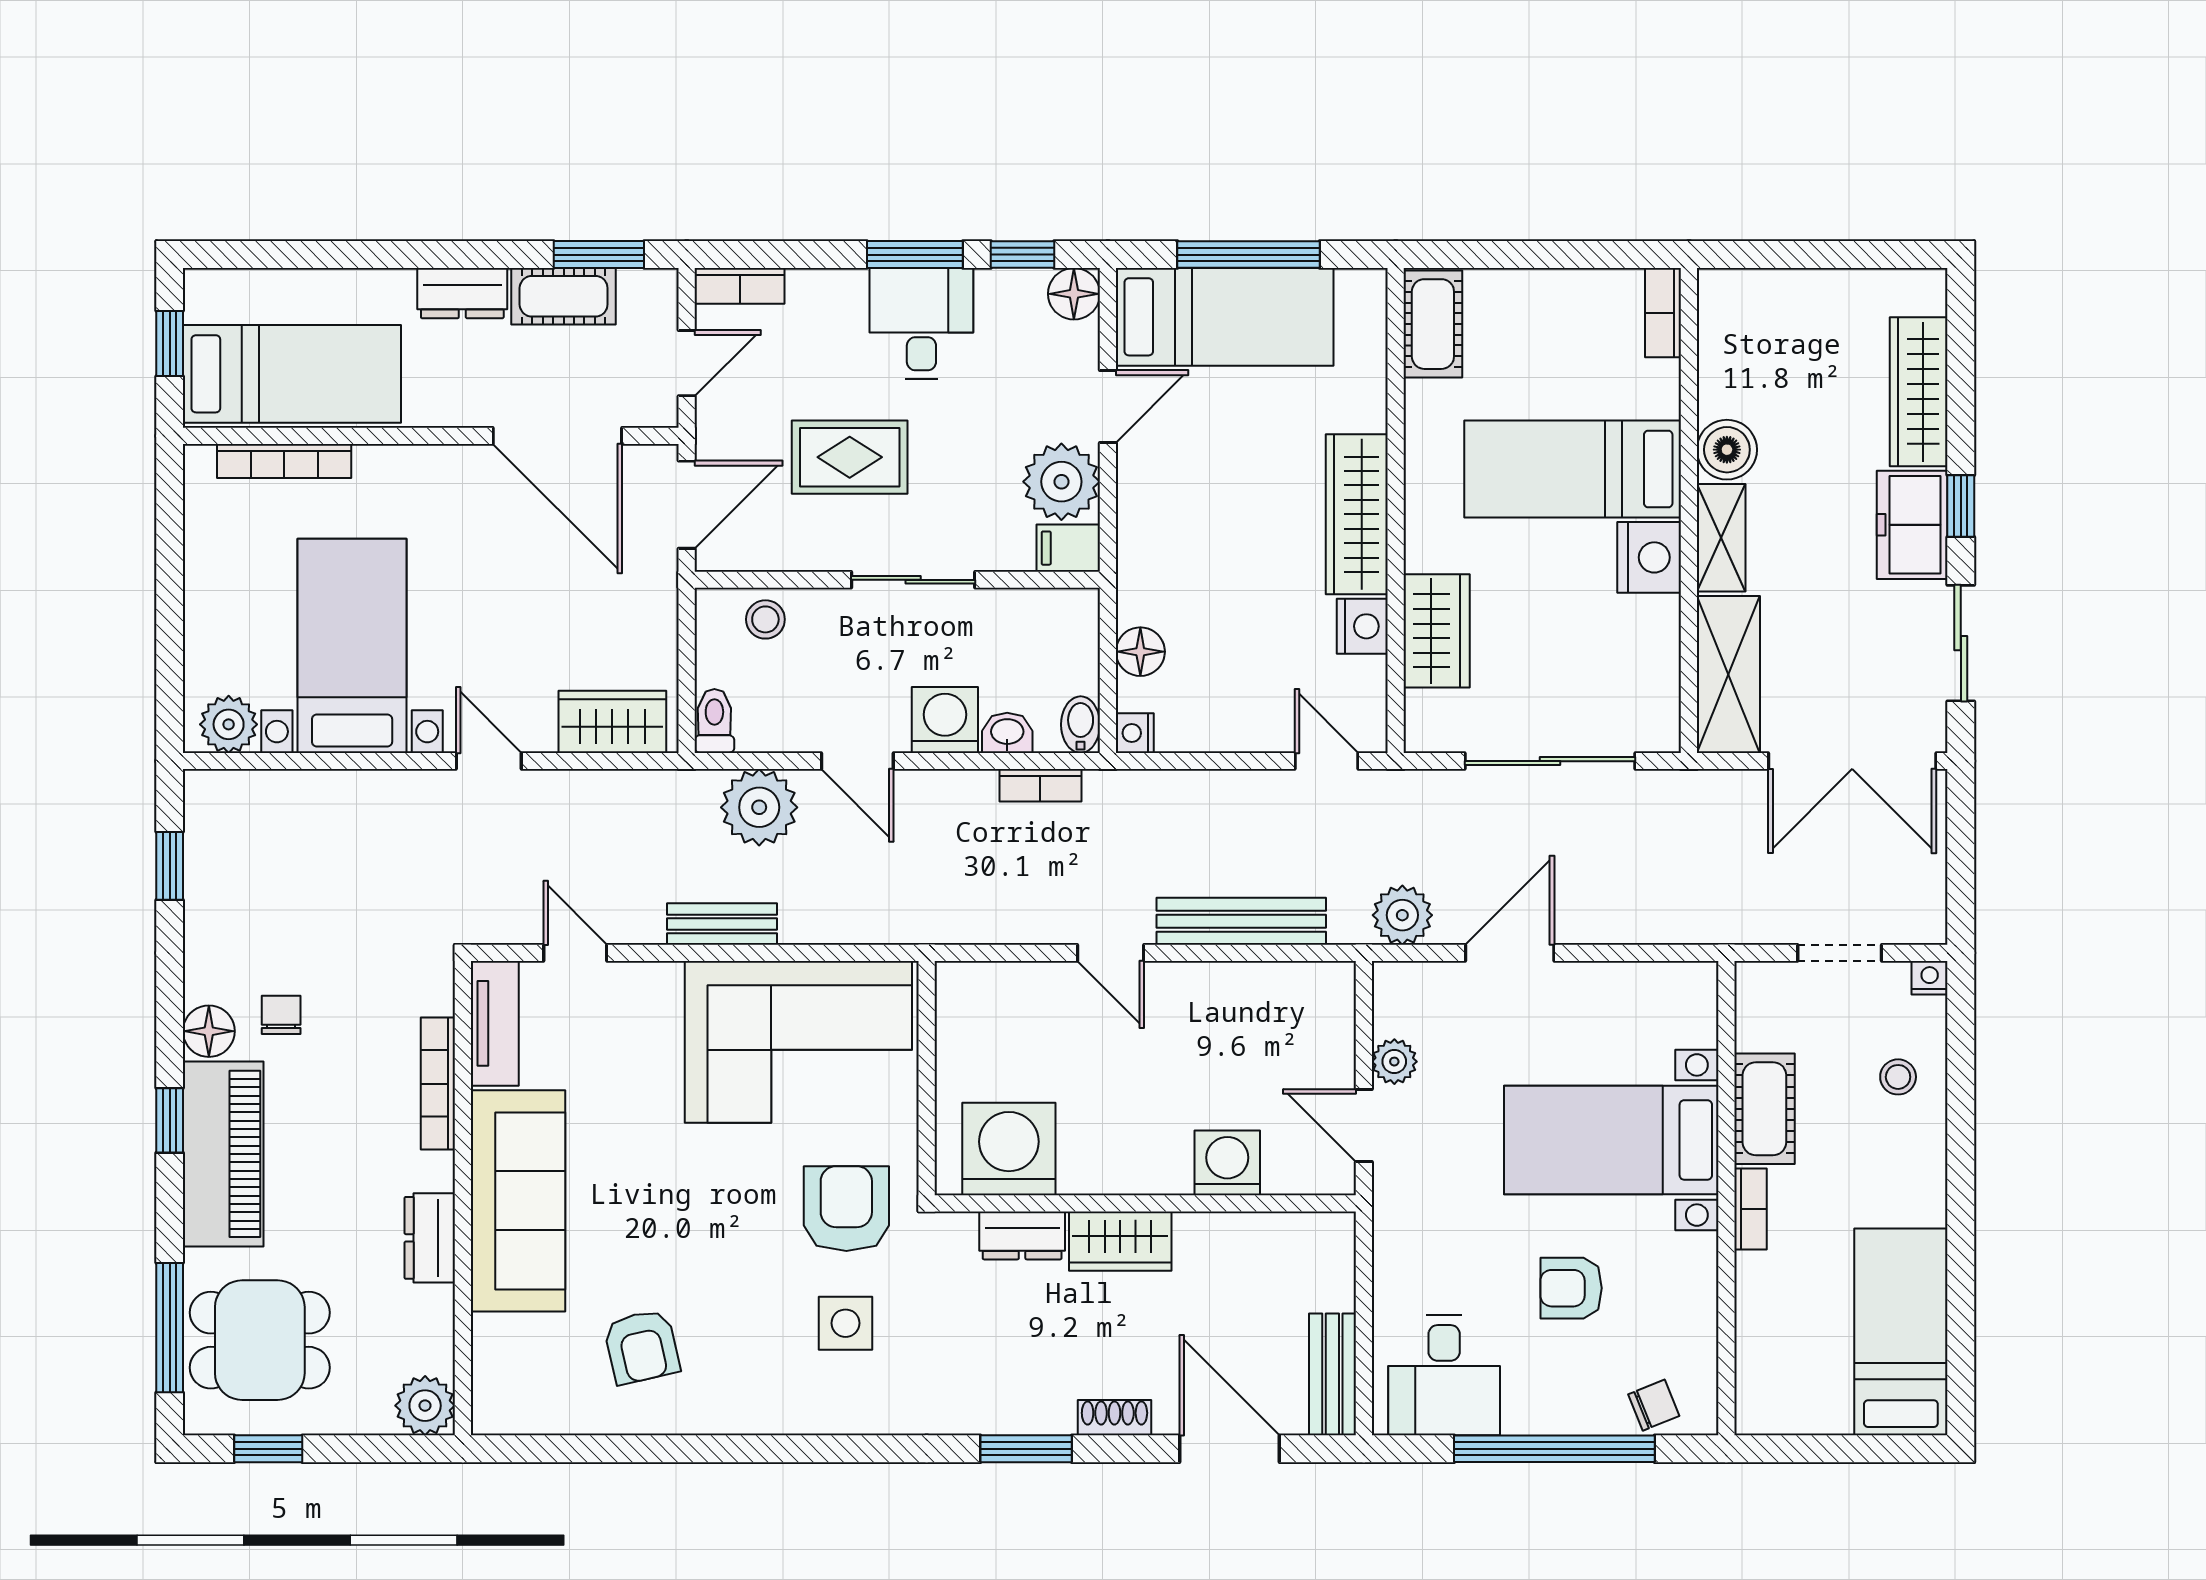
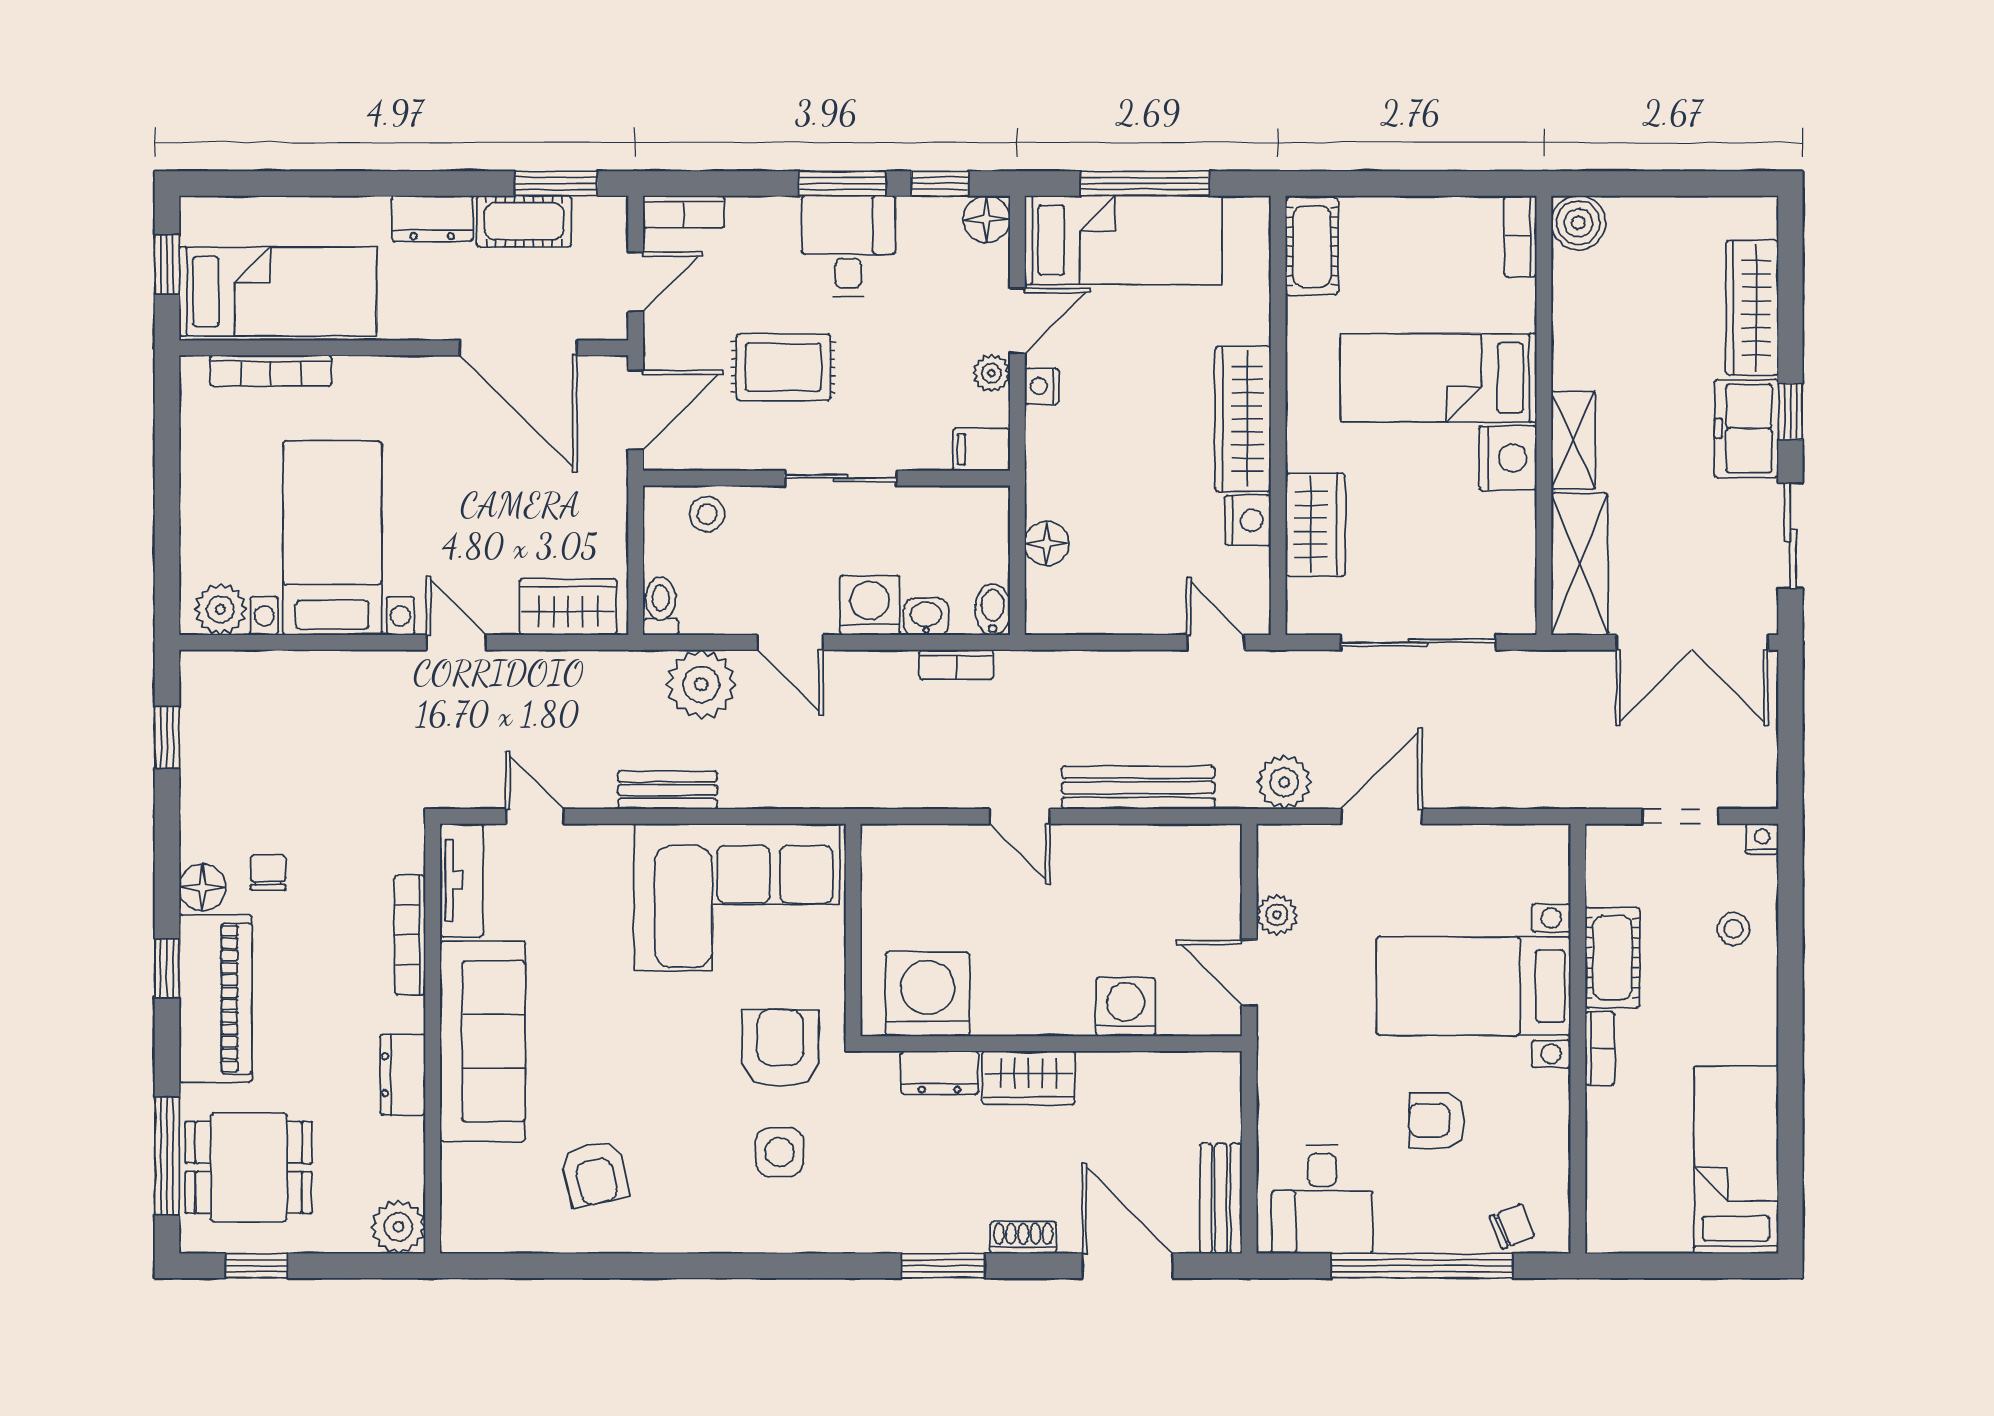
boiler: (1727, 450) -> (1578, 223), moved
plant: (1061, 482) -> (992, 373), width x0.53, depth x0.53
nightstand: (1135, 733) -> (1042, 386), moved

